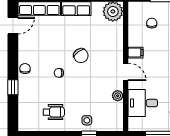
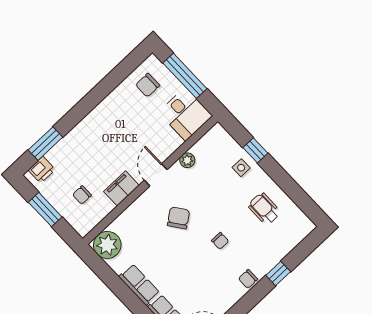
filing cabinet: (136, 53) -> (121, 188), width x2.00
chair: (81, 56) -> (178, 218), moved
desk: (143, 103) -> (185, 114), moved

